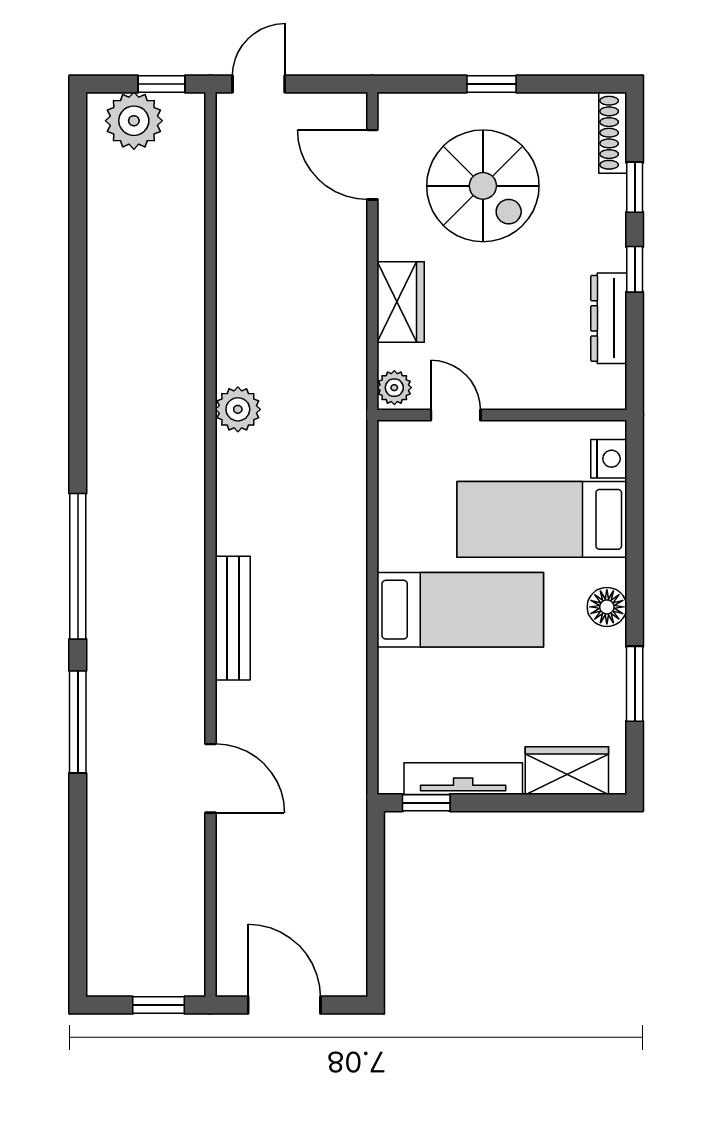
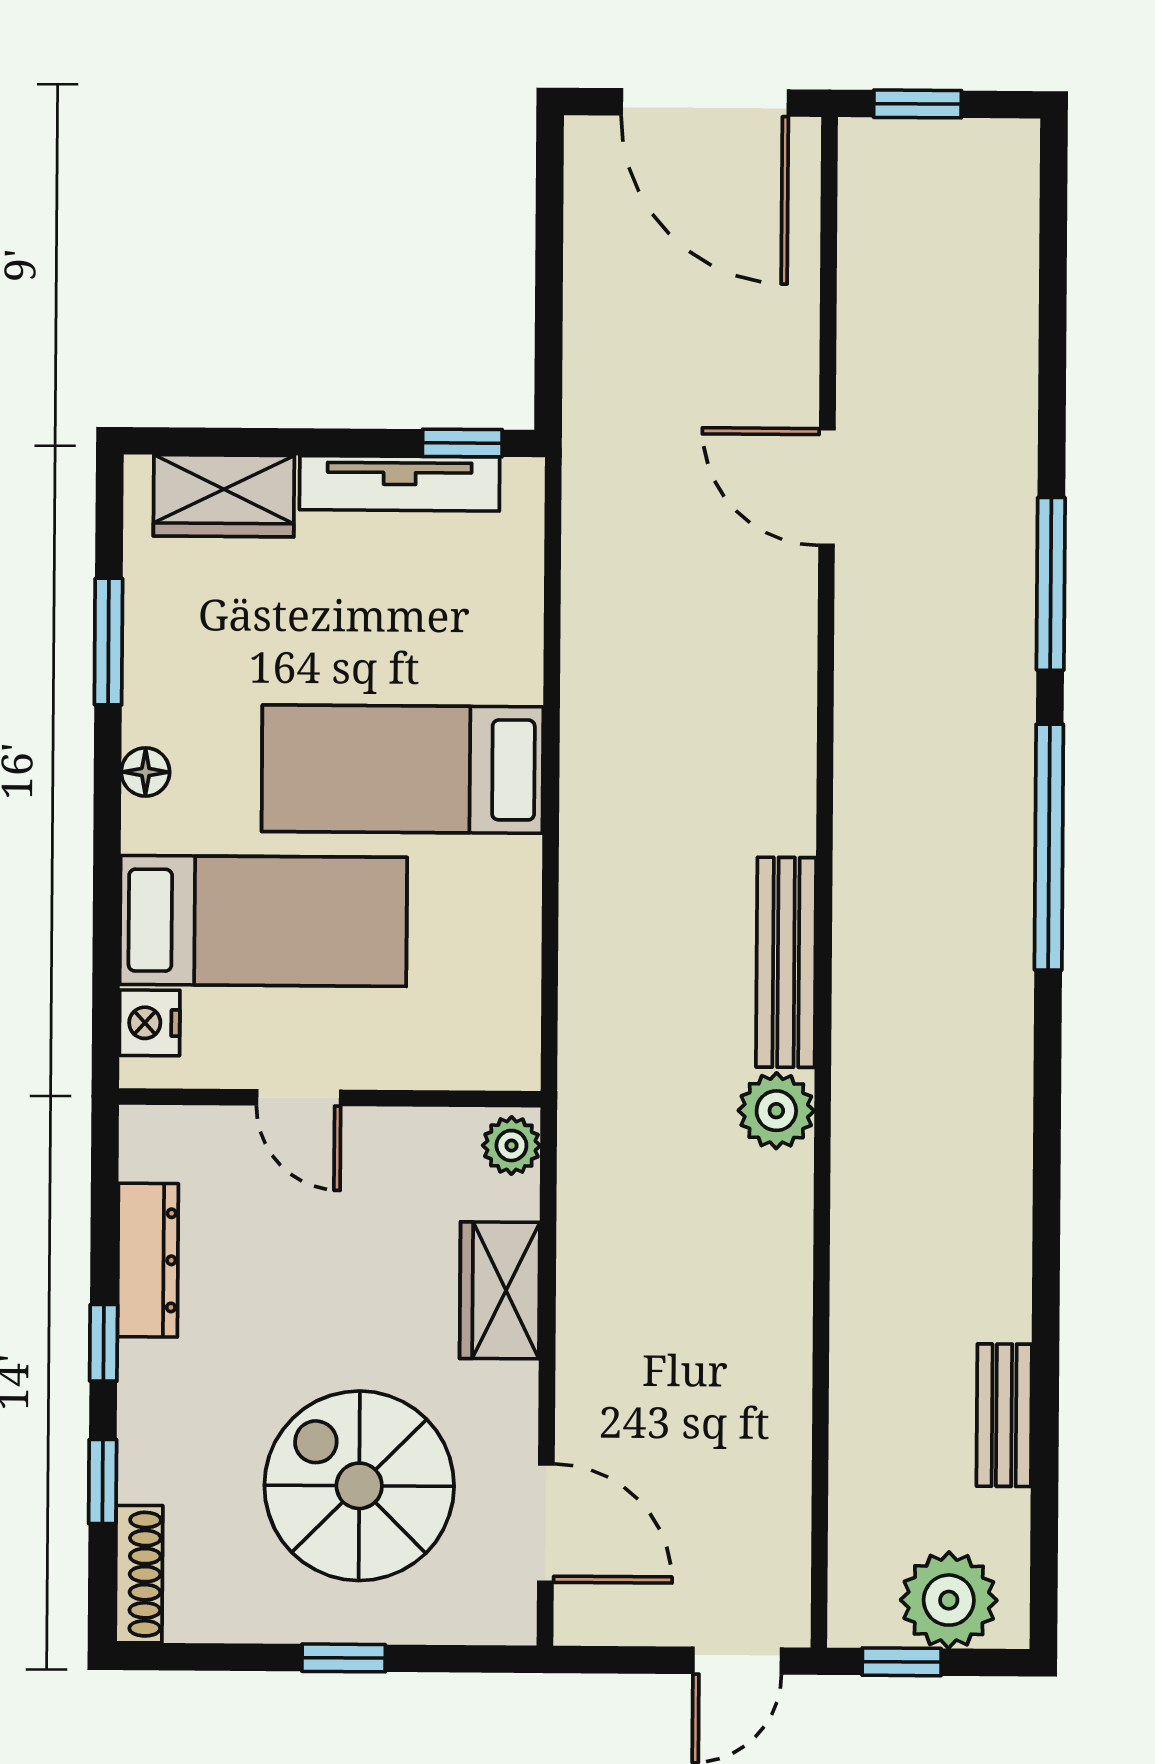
bench: (102, 230) -> (1004, 1415), added
door: (456, 415) -> (299, 1098), moved
floor lamp: (607, 607) -> (145, 772), width x0.73, depth x0.73
bench: (233, 618) -> (786, 962), moved
door: (284, 1005) -> (705, 102), width x1.36

